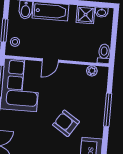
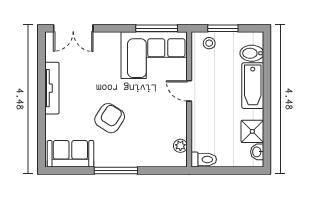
window: (108, 110) -> (116, 170), moved

